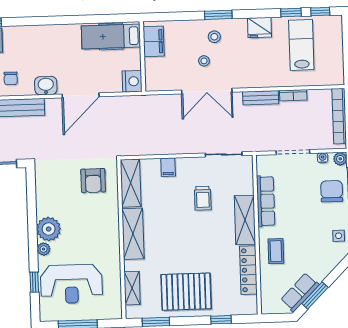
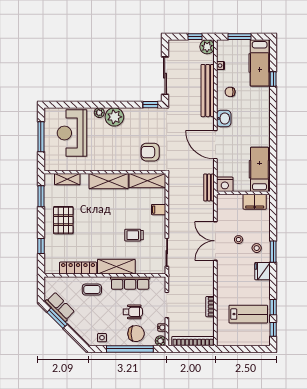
fridge: (260, 28) -> (263, 271), moved
bench: (261, 98) -> (209, 187), moved
wheelchair: (303, 197) -> (133, 312), added
window: (34, 282) -> (150, 105), moved
pallet: (186, 292) -> (63, 220), width x0.73, depth x0.71

